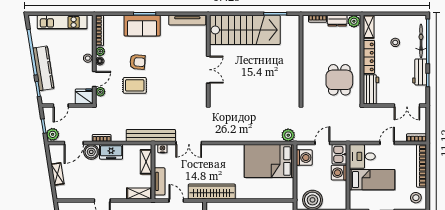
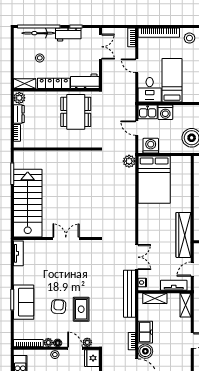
tv unit: (187, 20) -> (18, 253), width x0.71
dining table: (339, 80) -> (76, 112), width x1.38

